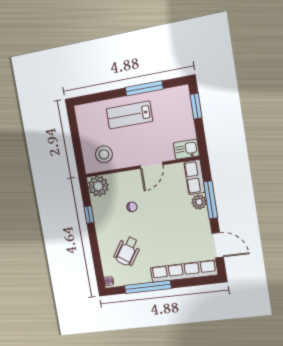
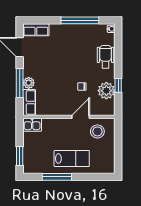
door: (151, 165) -> (81, 117), moved
plant: (98, 186) -> (106, 91), moved
wheelchair: (127, 251) -> (106, 57), moved, turned -34
row of seats: (184, 271) -> (36, 30), width x0.50

